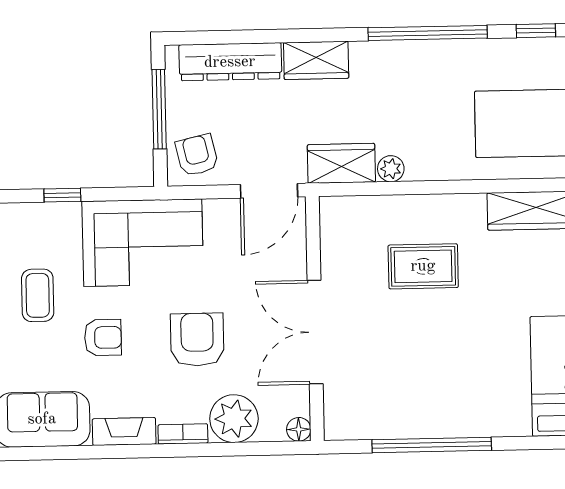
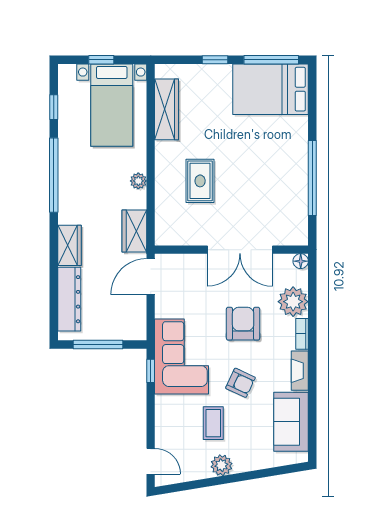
armchair: (197, 155) -> (127, 321), removed
plant: (391, 169) -> (138, 181), moved
door: (269, 191) -> (151, 277), swing flipped
window: (62, 195) -> (151, 371), moved
coffee table: (38, 295) -> (213, 423), turned 90
armchair: (103, 337) -> (240, 383), turned 115
armchair: (197, 340) -> (243, 324), turned 90

